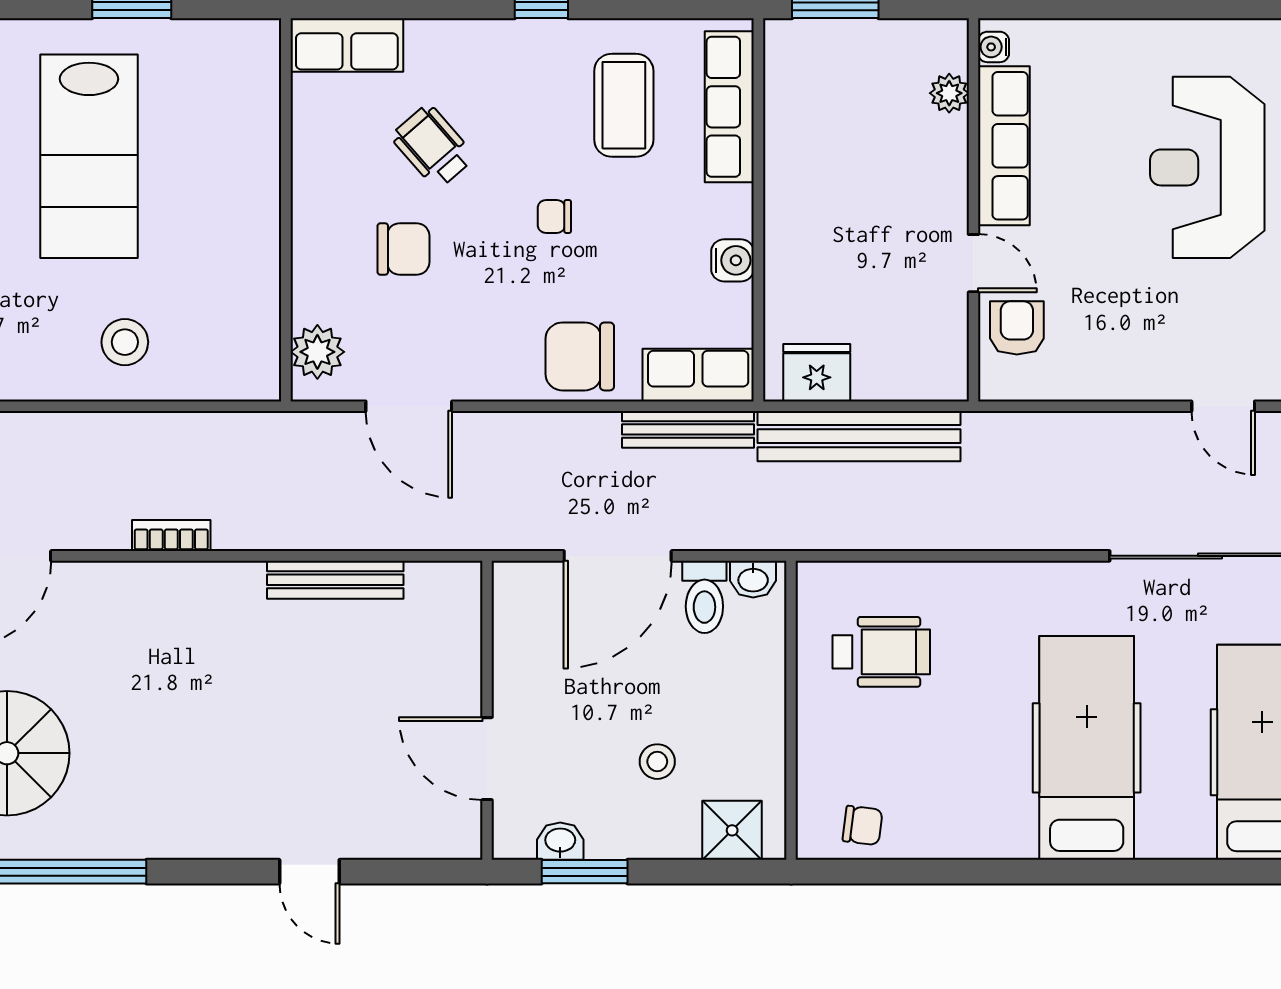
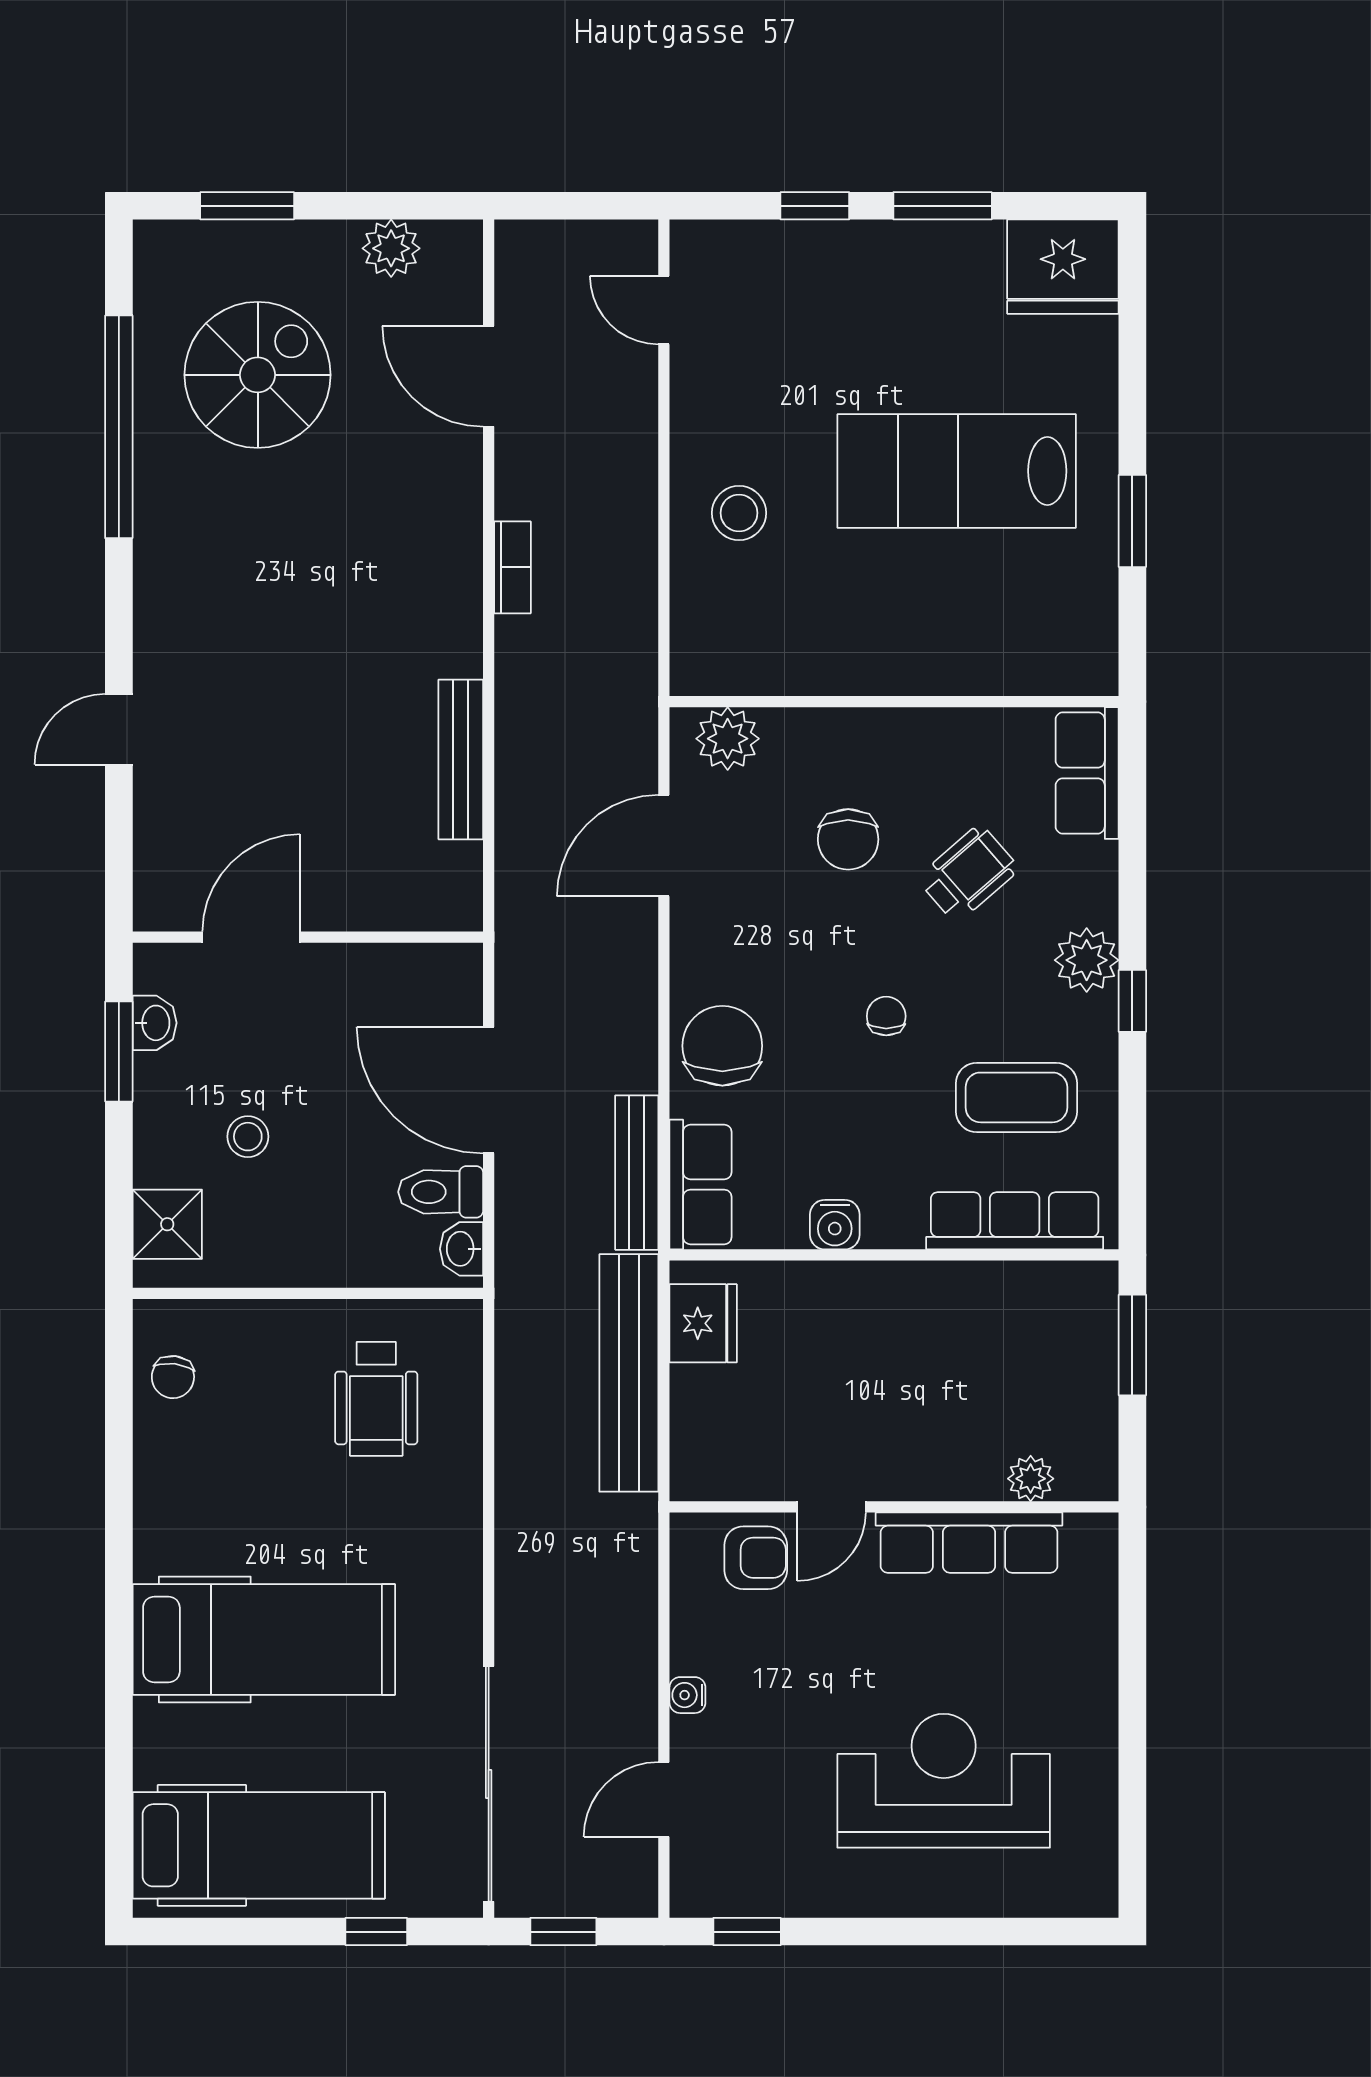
plant: (507, 45) -> (1087, 960), added
water cooler: (994, 47) -> (687, 1695), moved, turned -90

